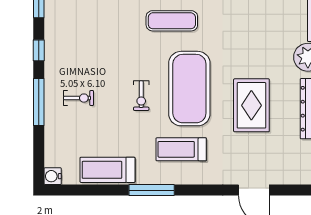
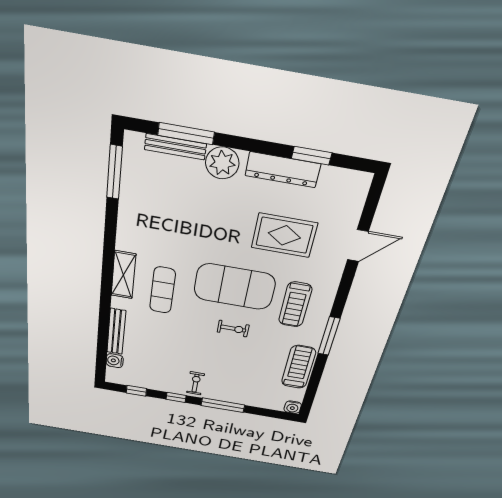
exercise bike: (78, 98) -> (196, 383), moved
rug: (251, 105) -> (284, 235), moved
treadmill: (107, 170) -> (299, 367), turned 180

